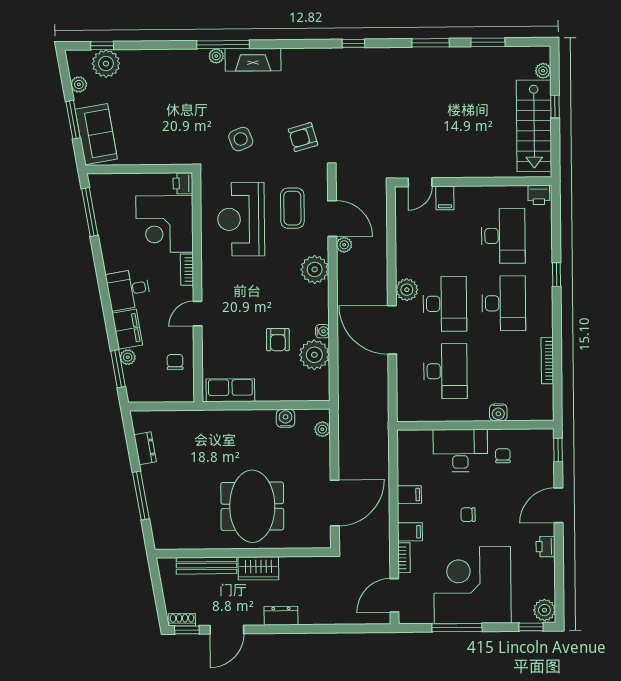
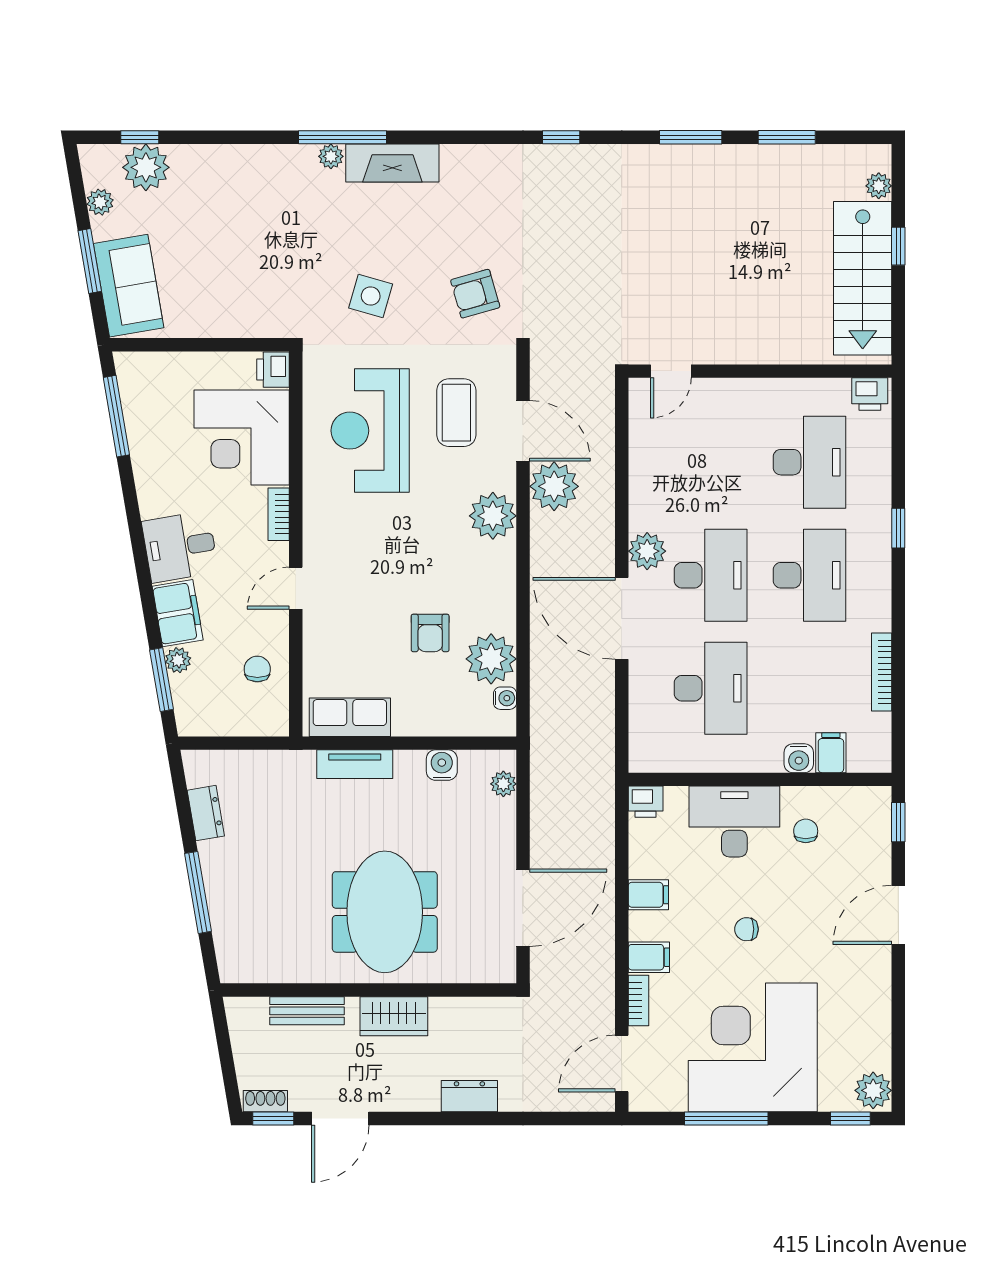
side table: (241, 139) -> (371, 296), turned 38
filing cabinet: (445, 198) -> (831, 753), moved, turned 180
plant: (344, 245) -> (554, 486), width x1.88, depth x1.88
water cooler: (322, 331) -> (505, 698), moved
tv unit: (234, 418) -> (355, 764), added
printer: (546, 547) -> (646, 802), moved, turned -90
bench: (206, 566) -> (307, 1011), width x0.73
dresser: (281, 616) -> (469, 1096), moved

